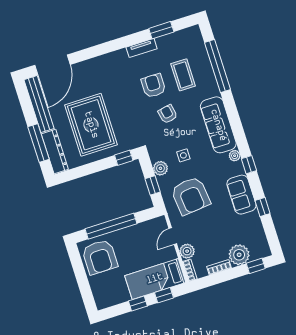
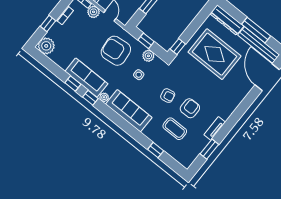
window: (217, 66) -> (156, 150), width x0.32
armchair: (153, 86) -> (190, 108), turned -90
window: (39, 143) -> (256, 30), moved
sofa: (241, 195) -> (86, 78), width x1.36
window: (262, 207) -> (73, 84), moved
plant: (239, 255) -> (46, 46), moved
window: (256, 266) -> (48, 24), moved

